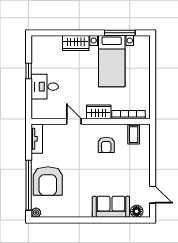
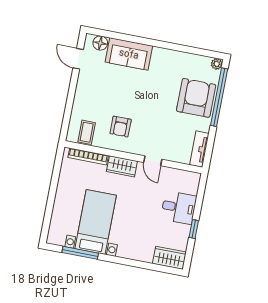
wardrobe: (76, 43) -> (169, 258), moved
armchair: (106, 145) -> (121, 127), turned 180

